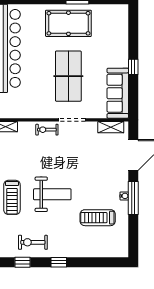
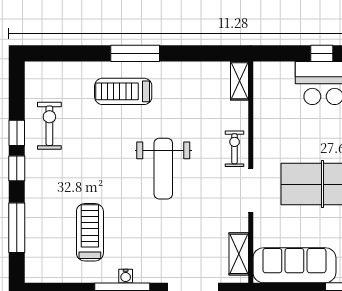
weight bench: (52, 194) -> (163, 169), moved
window: (22, 262) -> (17, 133), moved
window: (95, 262) -> (17, 228), added

